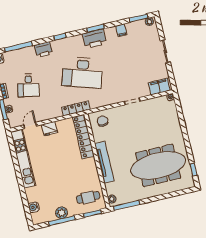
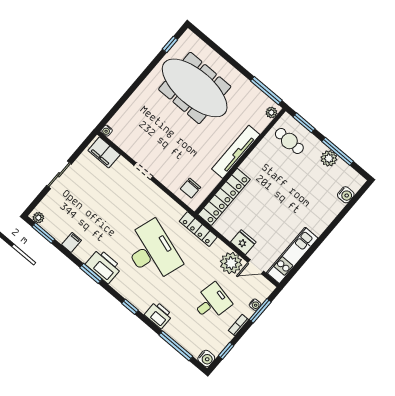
plant: (43, 113) -> (231, 263), added
kitchen unit: (23, 159) -> (292, 255), width x0.73

